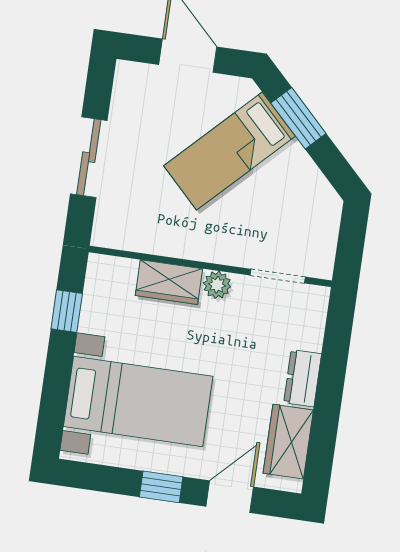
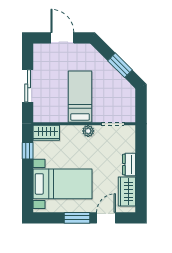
window: (298, 118) -> (120, 65), moved
bed: (229, 151) -> (80, 97), moved, turned 135
wardrobe: (169, 282) -> (46, 133), moved
window: (161, 487) -> (77, 218), width x1.50

